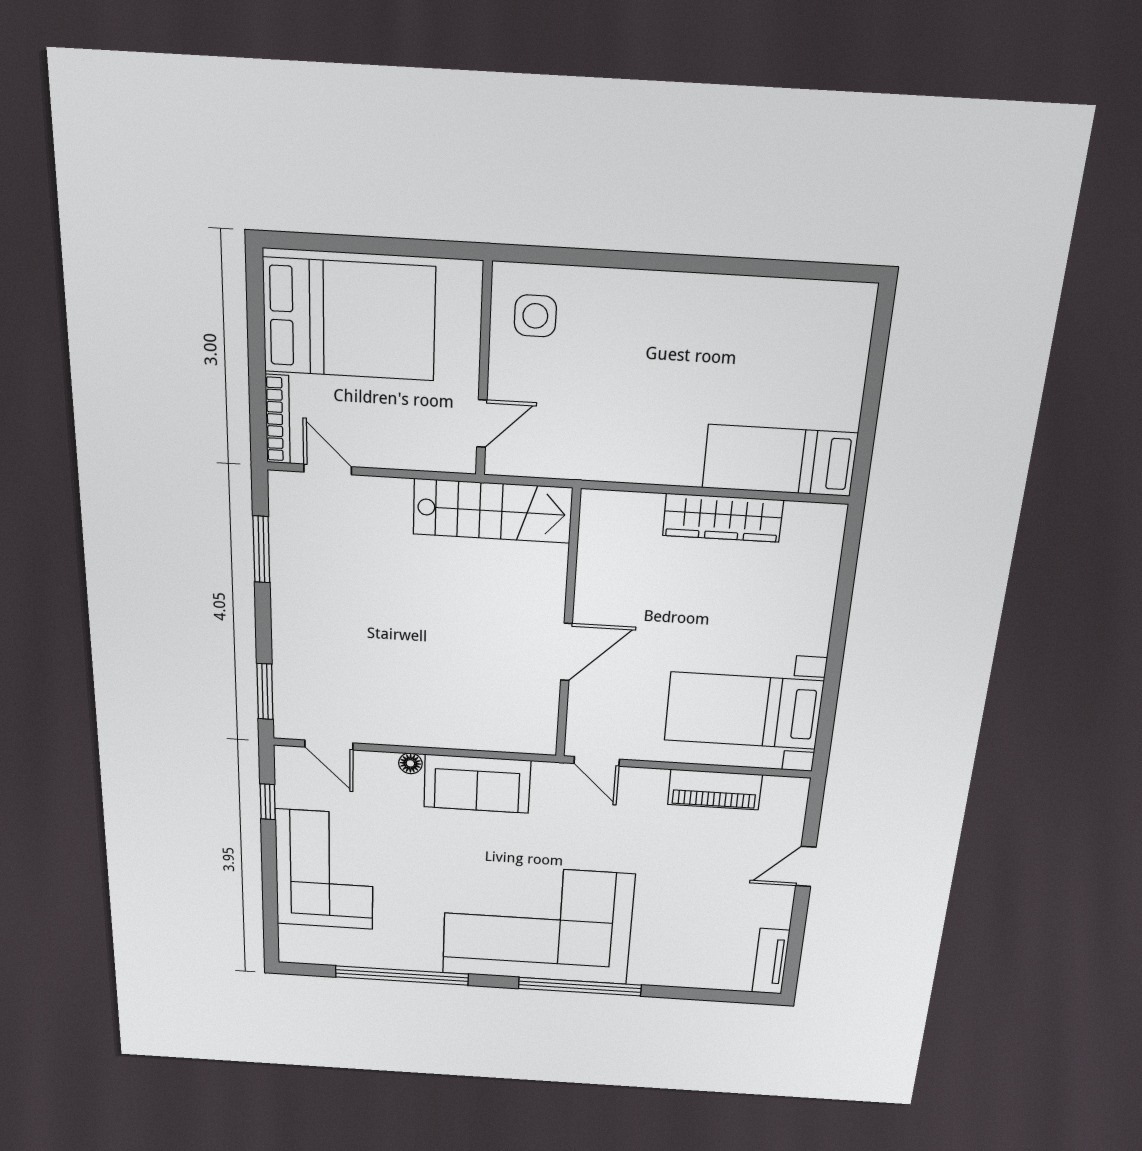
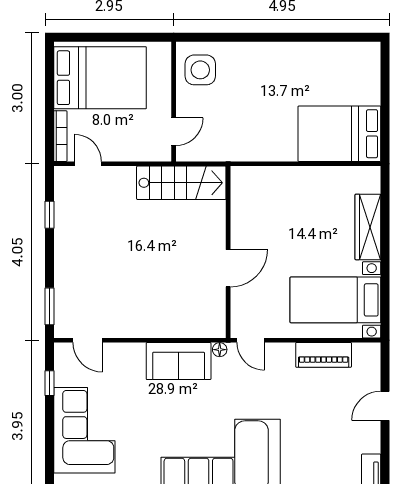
side table: (535, 316) -> (200, 70), width x1.37, depth x1.37
bed: (780, 461) -> (339, 134), width x1.50
wardrobe: (723, 518) -> (368, 227), moved, turned 90
window: (261, 549) -> (49, 215), width x0.67
floor lamp: (410, 763) -> (220, 350), moved

